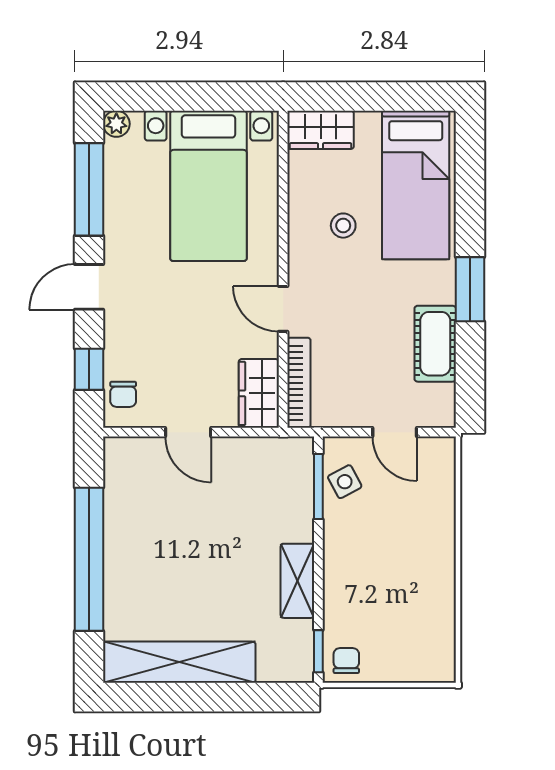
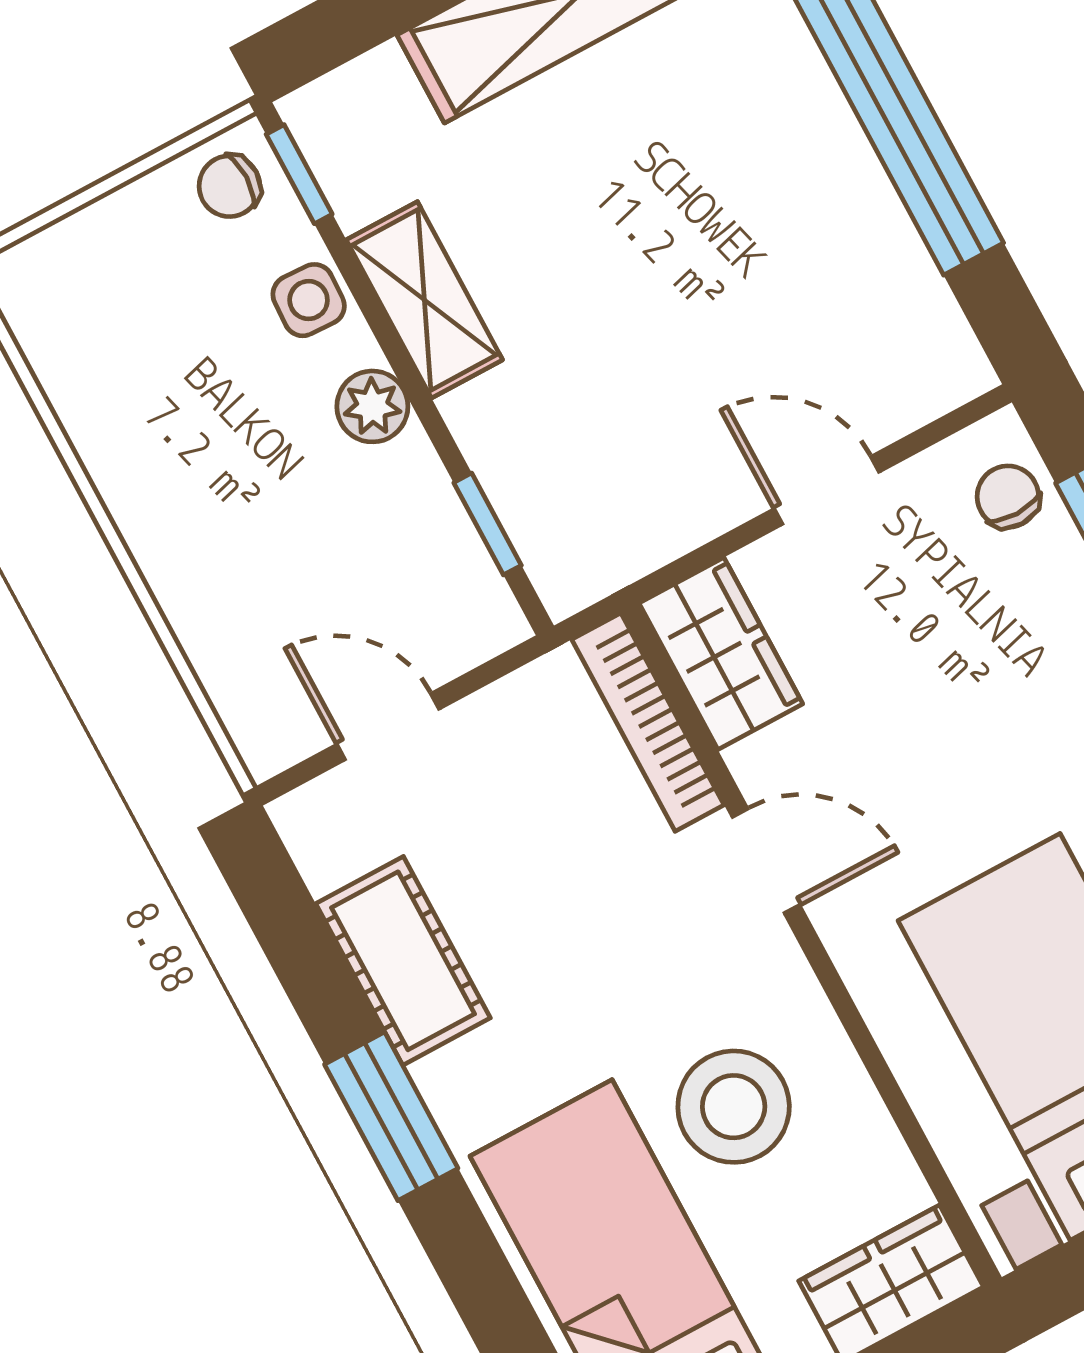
stool: (343, 226) -> (734, 1107), width x1.89, depth x1.89
side table: (345, 482) -> (309, 300), moved, turned 30
window: (318, 487) -> (488, 524), width x0.67
plant: (337, 552) -> (372, 406), added
chair: (346, 661) -> (229, 186), turned 90

